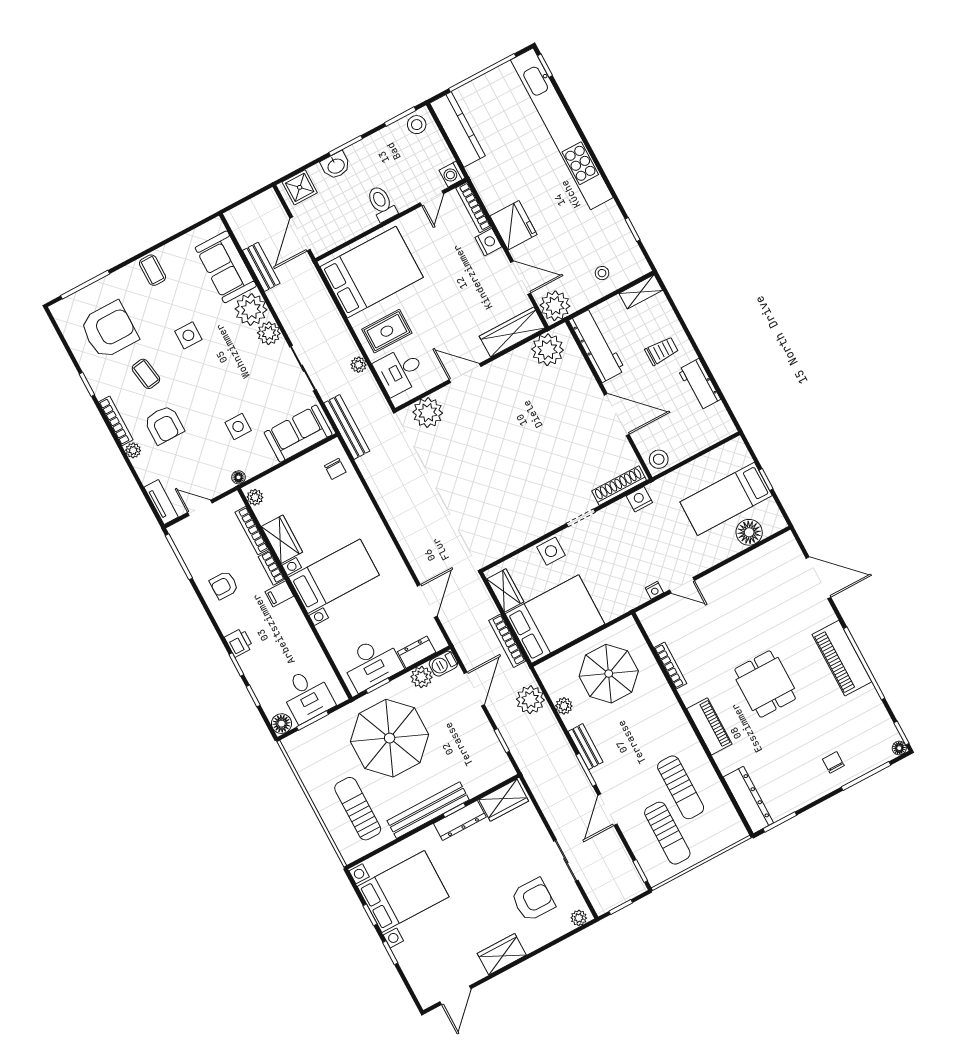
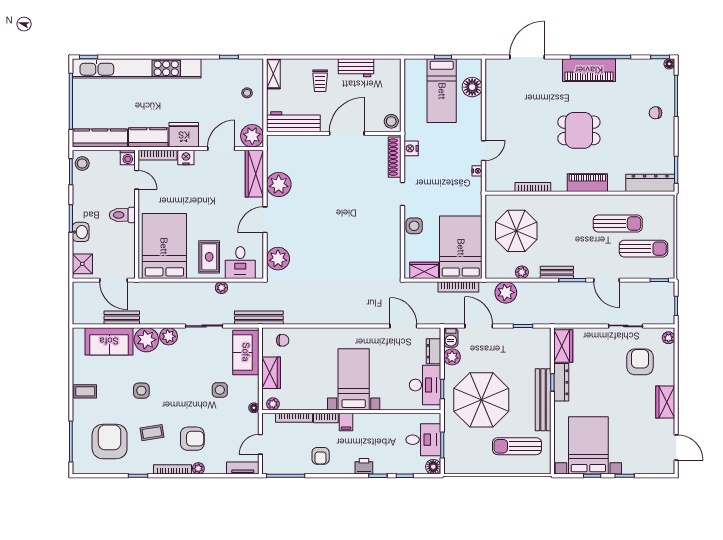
kitchen counter: (488, 185) -> (148, 137), added
plant: (548, 350) -> (279, 184), moved
trolley: (662, 351) -> (320, 81), turned 180
wardrobe: (282, 539) -> (271, 373), moved, turned 90

